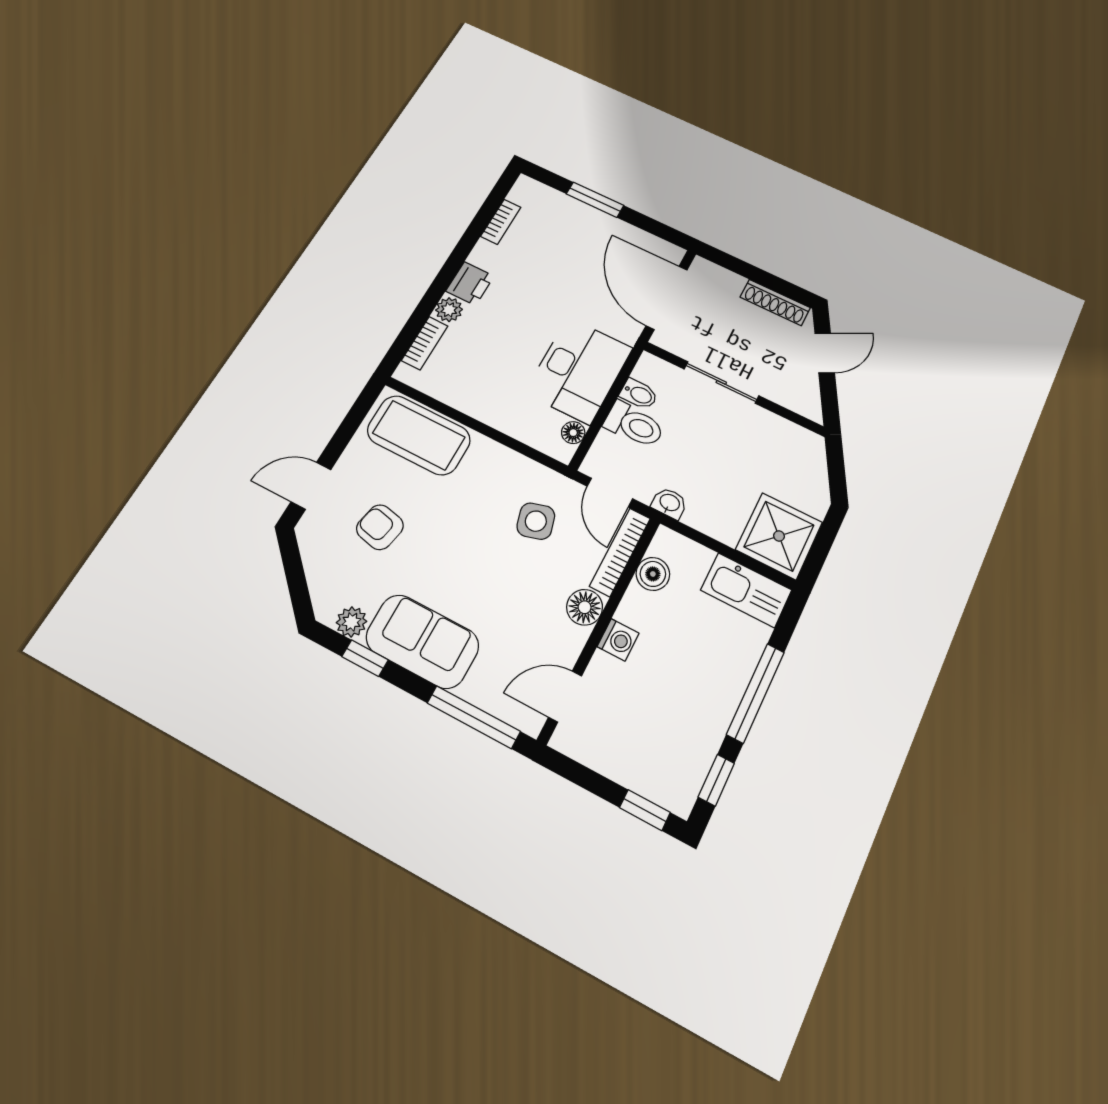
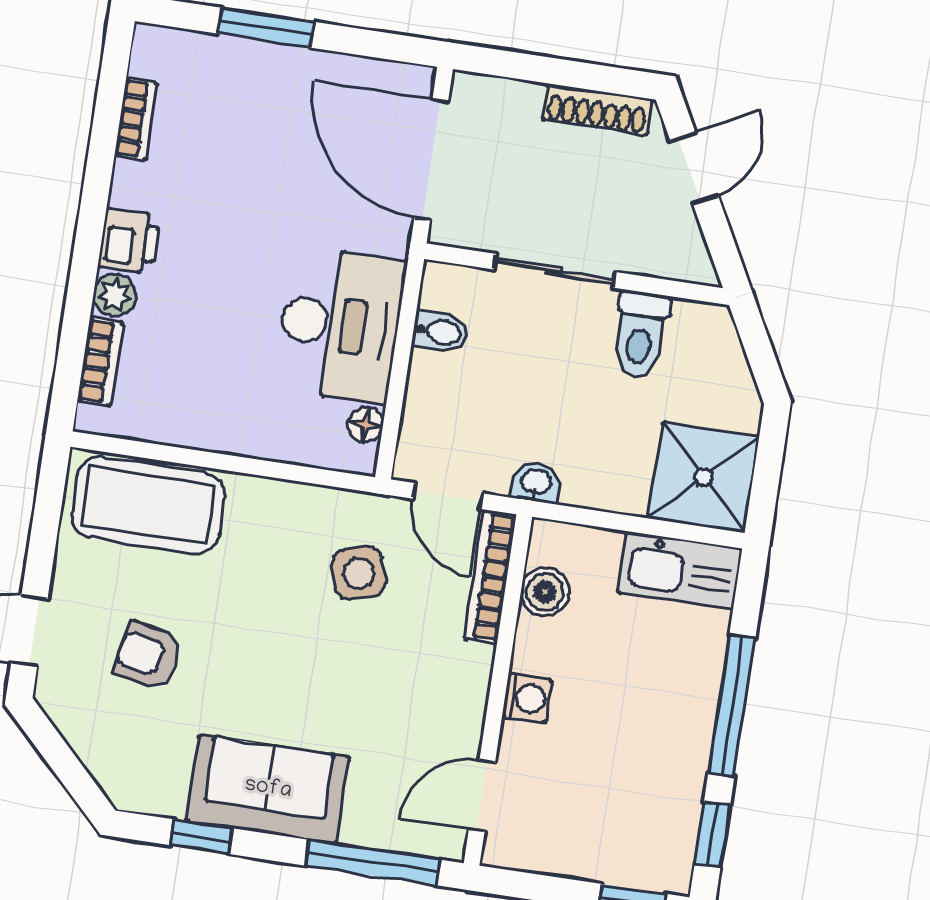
toilet: (634, 425) -> (640, 335), moved, turned 90
floor lamp: (585, 607) -> (467, 670), removed
plant: (351, 622) -> (164, 796), removed

